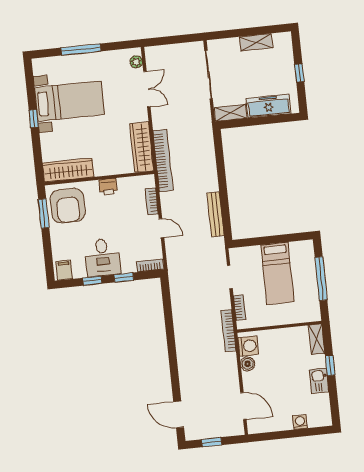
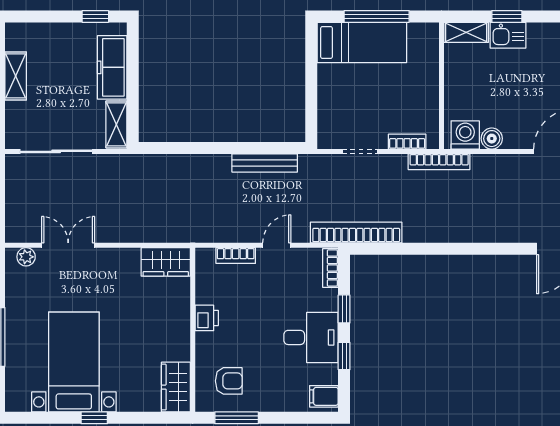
window: (299, 73) -> (95, 16), moved
wardrobe: (142, 147) -> (166, 262), width x0.67
bookcase: (163, 161) -> (356, 233), moved
wardrobe: (68, 170) -> (176, 387), width x0.67
armchair: (68, 206) -> (229, 381), width x0.53, depth x0.53
bed: (277, 273) -> (362, 42), moved
kitchen sink: (319, 381) -> (508, 35), moved

